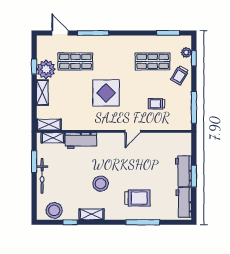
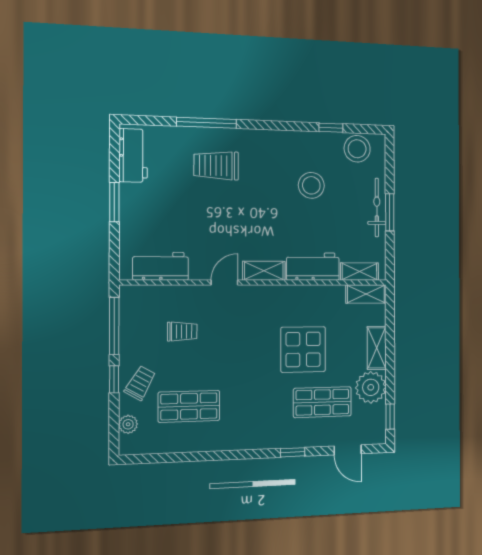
window: (93, 33) -> (293, 452), width x0.46
window: (168, 33) -> (161, 458), removed
window: (194, 58) -> (114, 379), moved
window: (34, 67) -> (390, 417), moved
display table: (106, 93) -> (303, 349), moved
window: (34, 162) -> (390, 212), moved
workbench: (183, 171) -> (161, 266), moved, turned -90
stool: (101, 184) -> (311, 185), moved
shelving: (92, 214) -> (264, 271), moved

